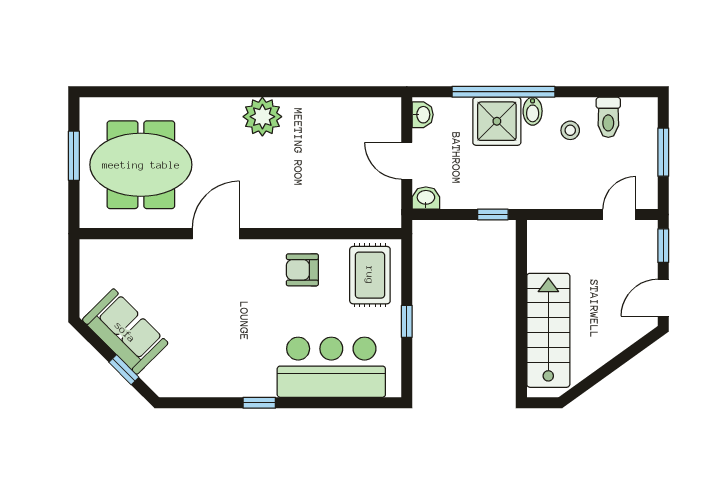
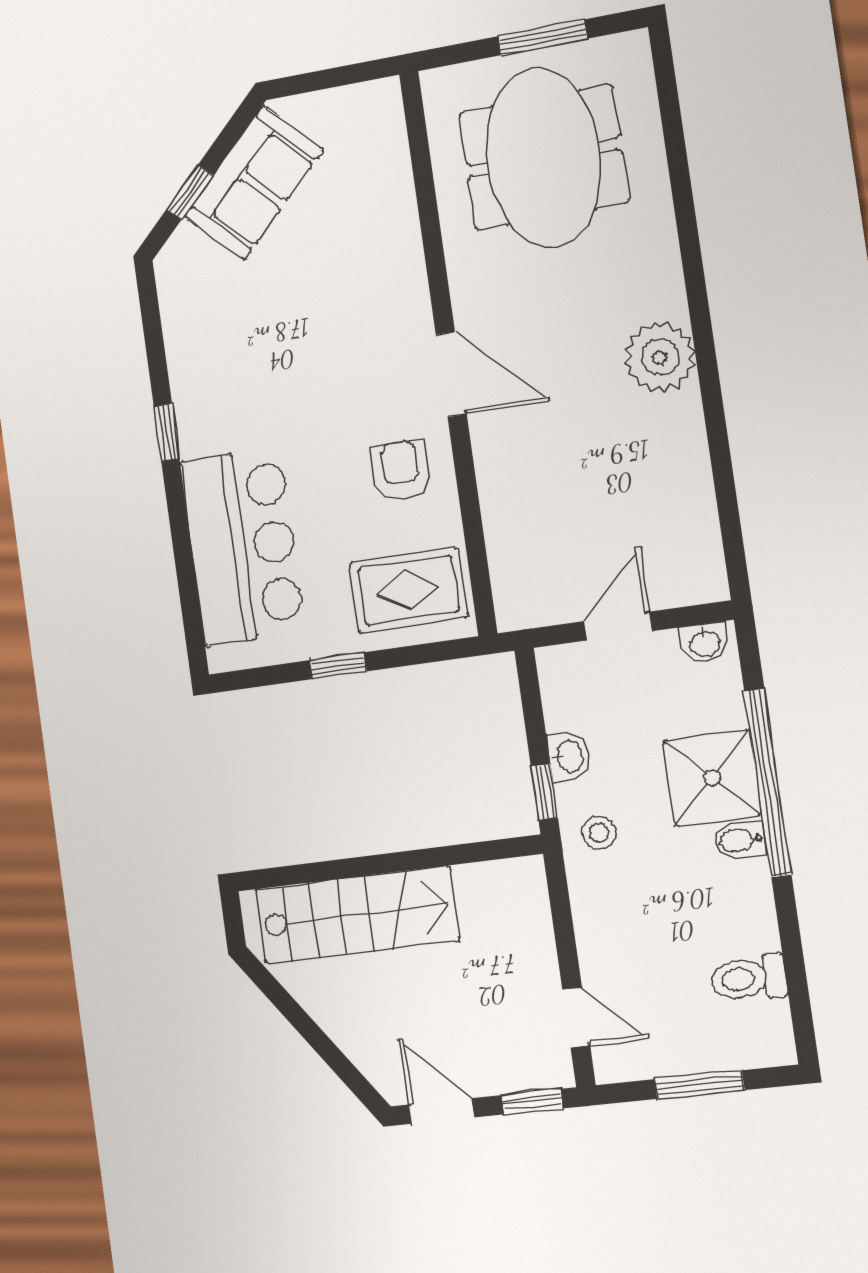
stool: (570, 130) -> (599, 833), moved
washbasin: (426, 198) -> (569, 756), moved
door: (216, 234) -> (451, 374), moved

